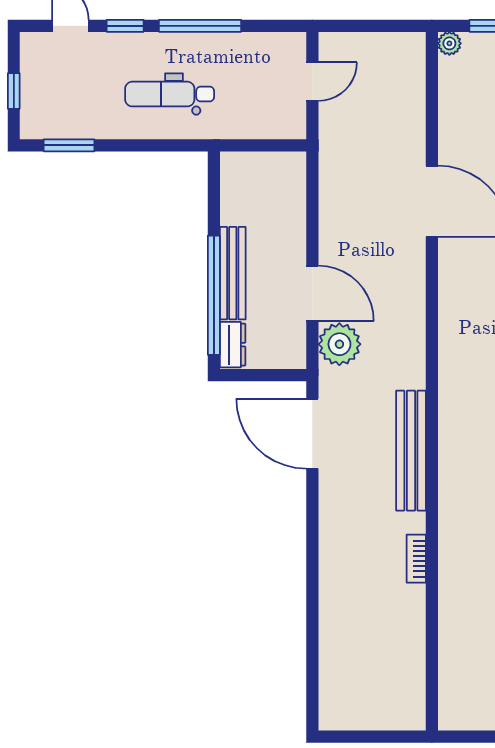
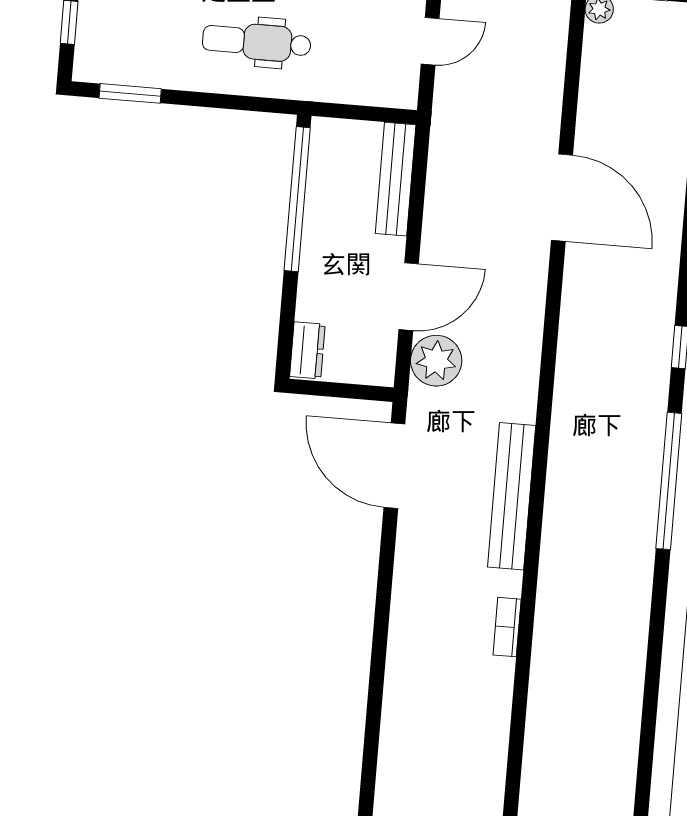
bench: (233, 273) -> (396, 179), moved
door: (312, 293) -> (409, 297), hinge flipped
window: (214, 295) -> (297, 199), moved

